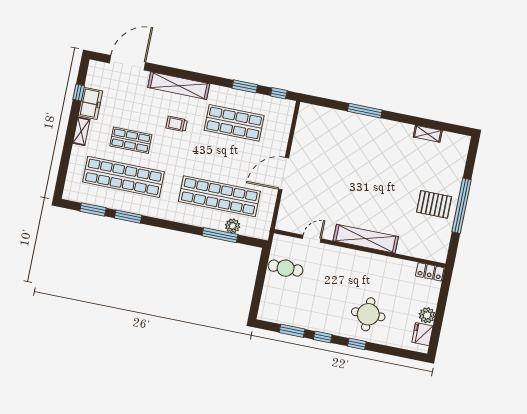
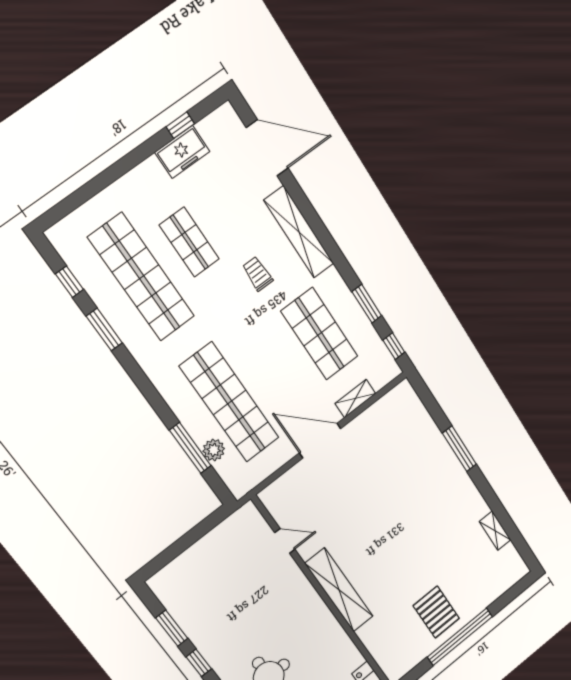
shelving: (81, 131) -> (355, 399), moved
window: (93, 210) -> (69, 282), width x0.67
cafe table: (286, 268) -> (228, 550), removed

